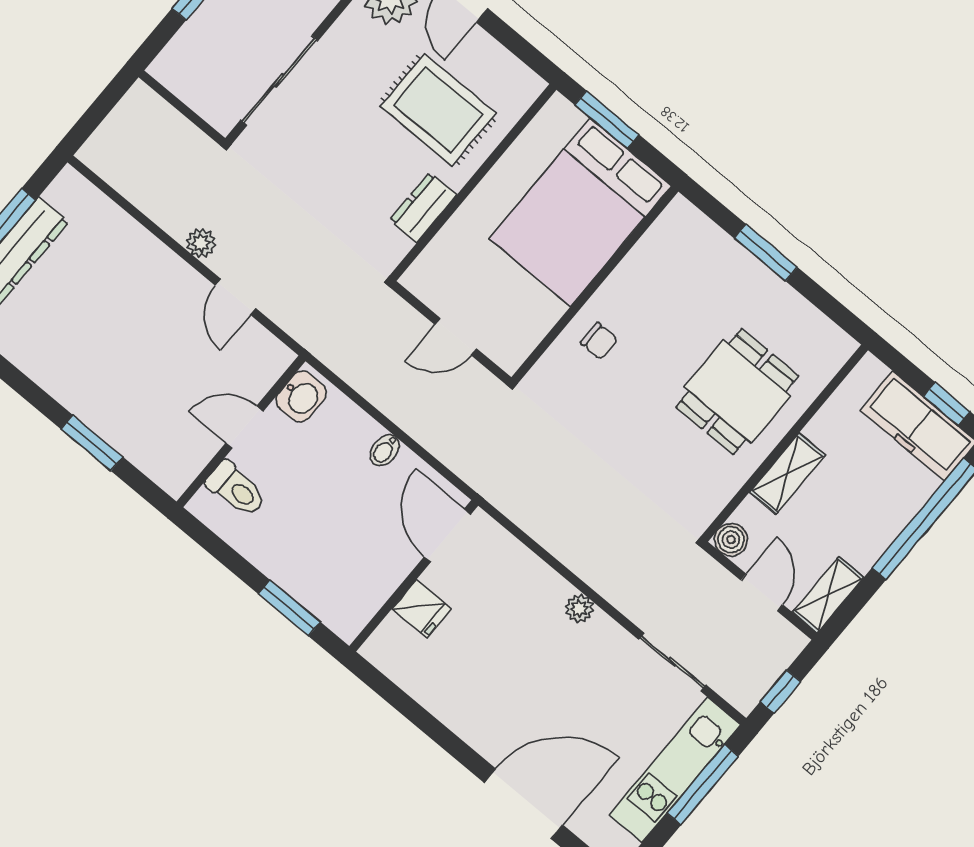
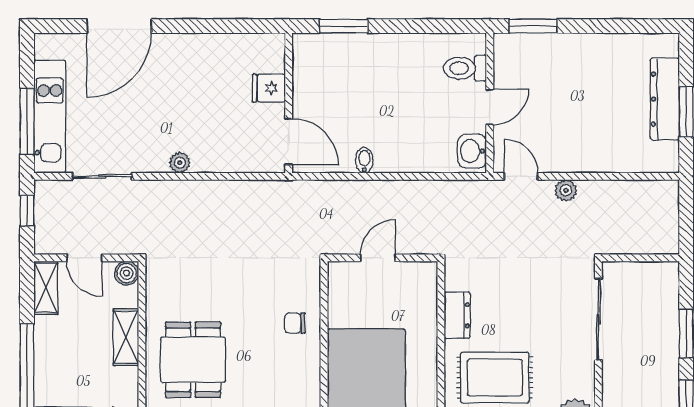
washbasin: (301, 397) -> (472, 151), moved
door: (244, 427) -> (490, 107), moved
wall: (241, 431) -> (490, 103), moved
toilet: (236, 489) -> (465, 68), moved

